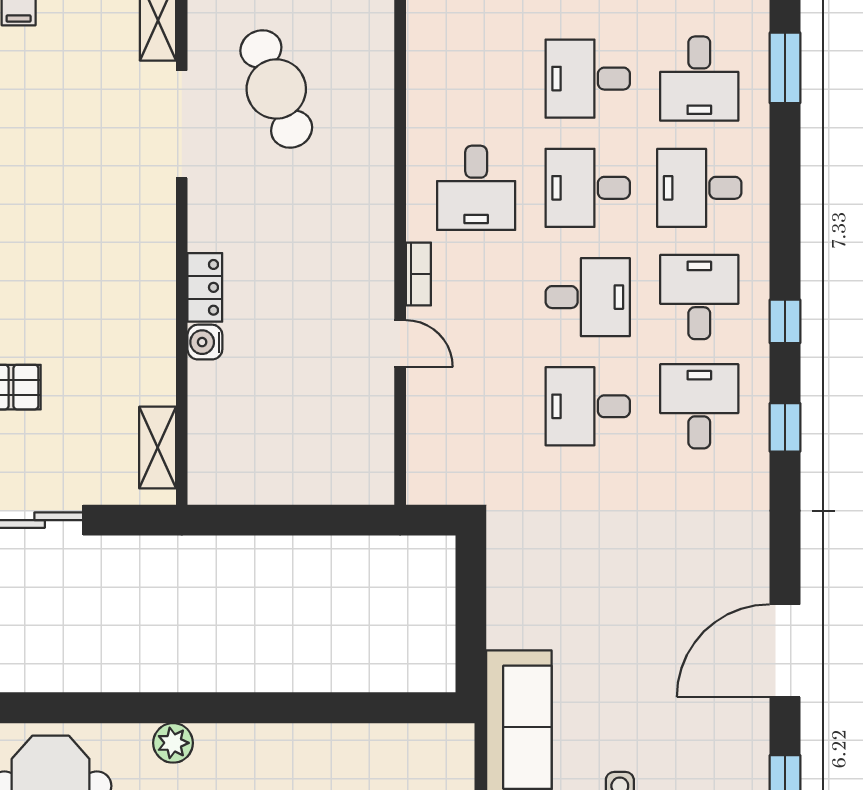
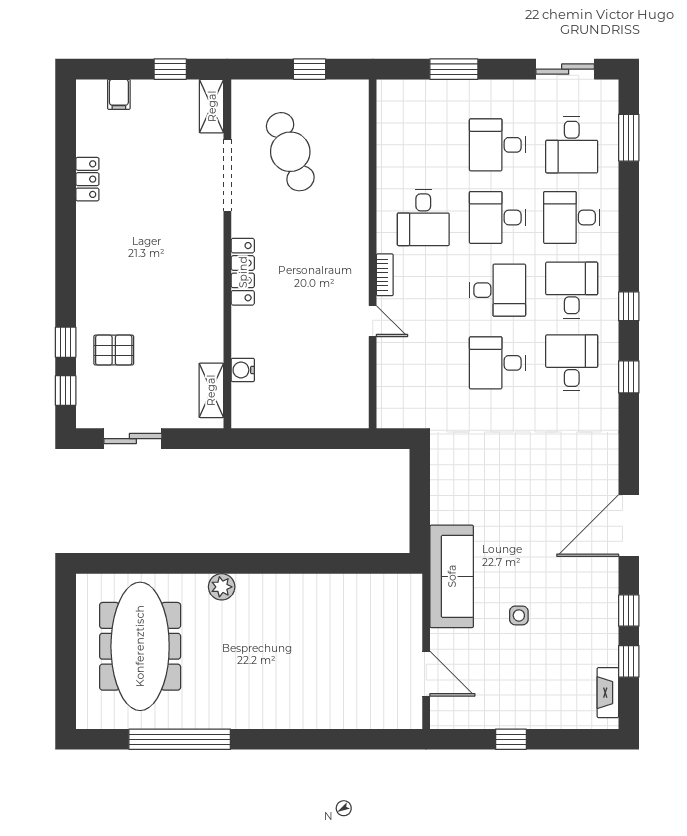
locker: (205, 287) -> (243, 272), width x1.53
water cooler: (205, 342) -> (243, 370), moved

